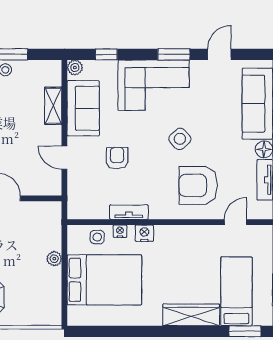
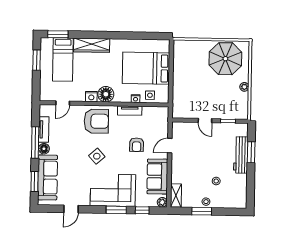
window: (174, 54) -> (116, 210), moved
shelving: (53, 106) -> (176, 196), moved
door: (64, 158) -> (170, 146), swing flipped
armchair: (198, 185) -> (96, 121), moved
nightstand: (144, 233) -> (91, 97), moved
floor lamp: (167, 237) -> (106, 94), added
plant: (54, 259) -> (177, 82), removed

